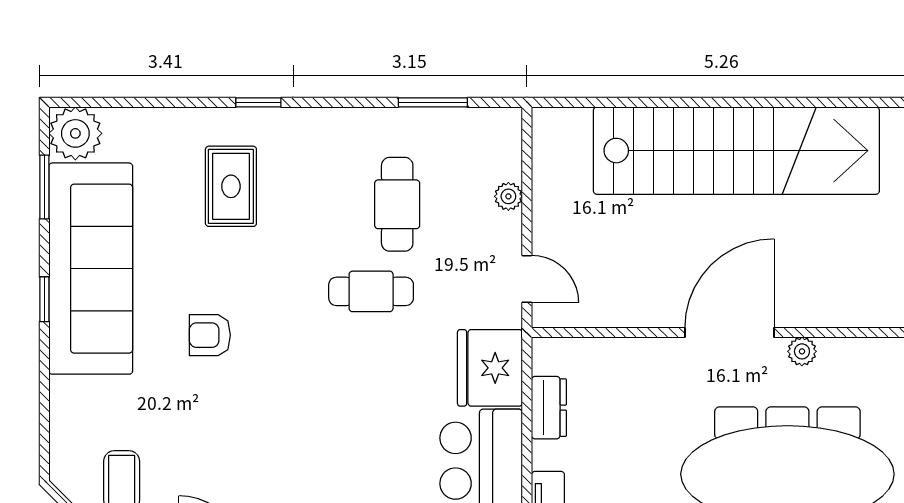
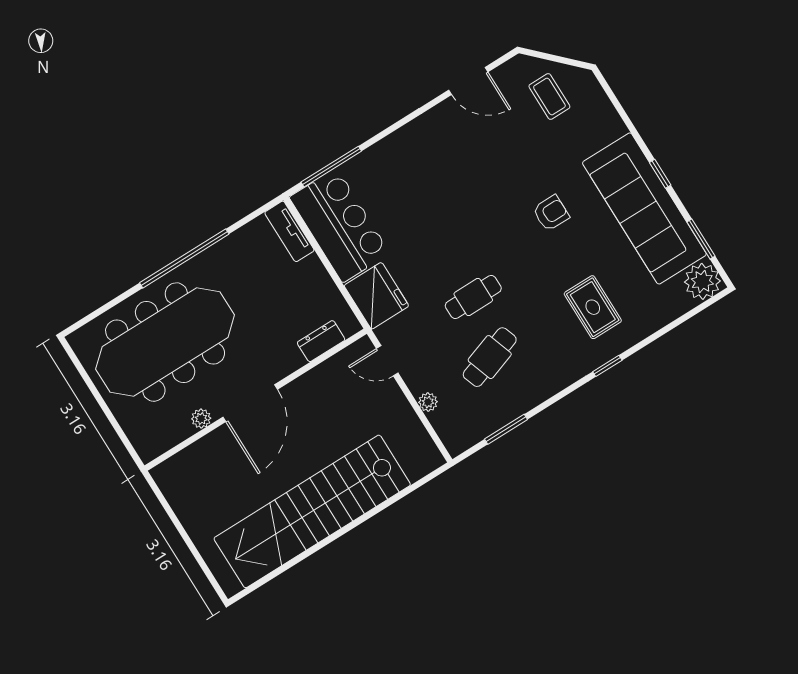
cafe table: (397, 204) -> (490, 357), turned 71
dresser: (549, 408) -> (321, 341), moved, turned 90

